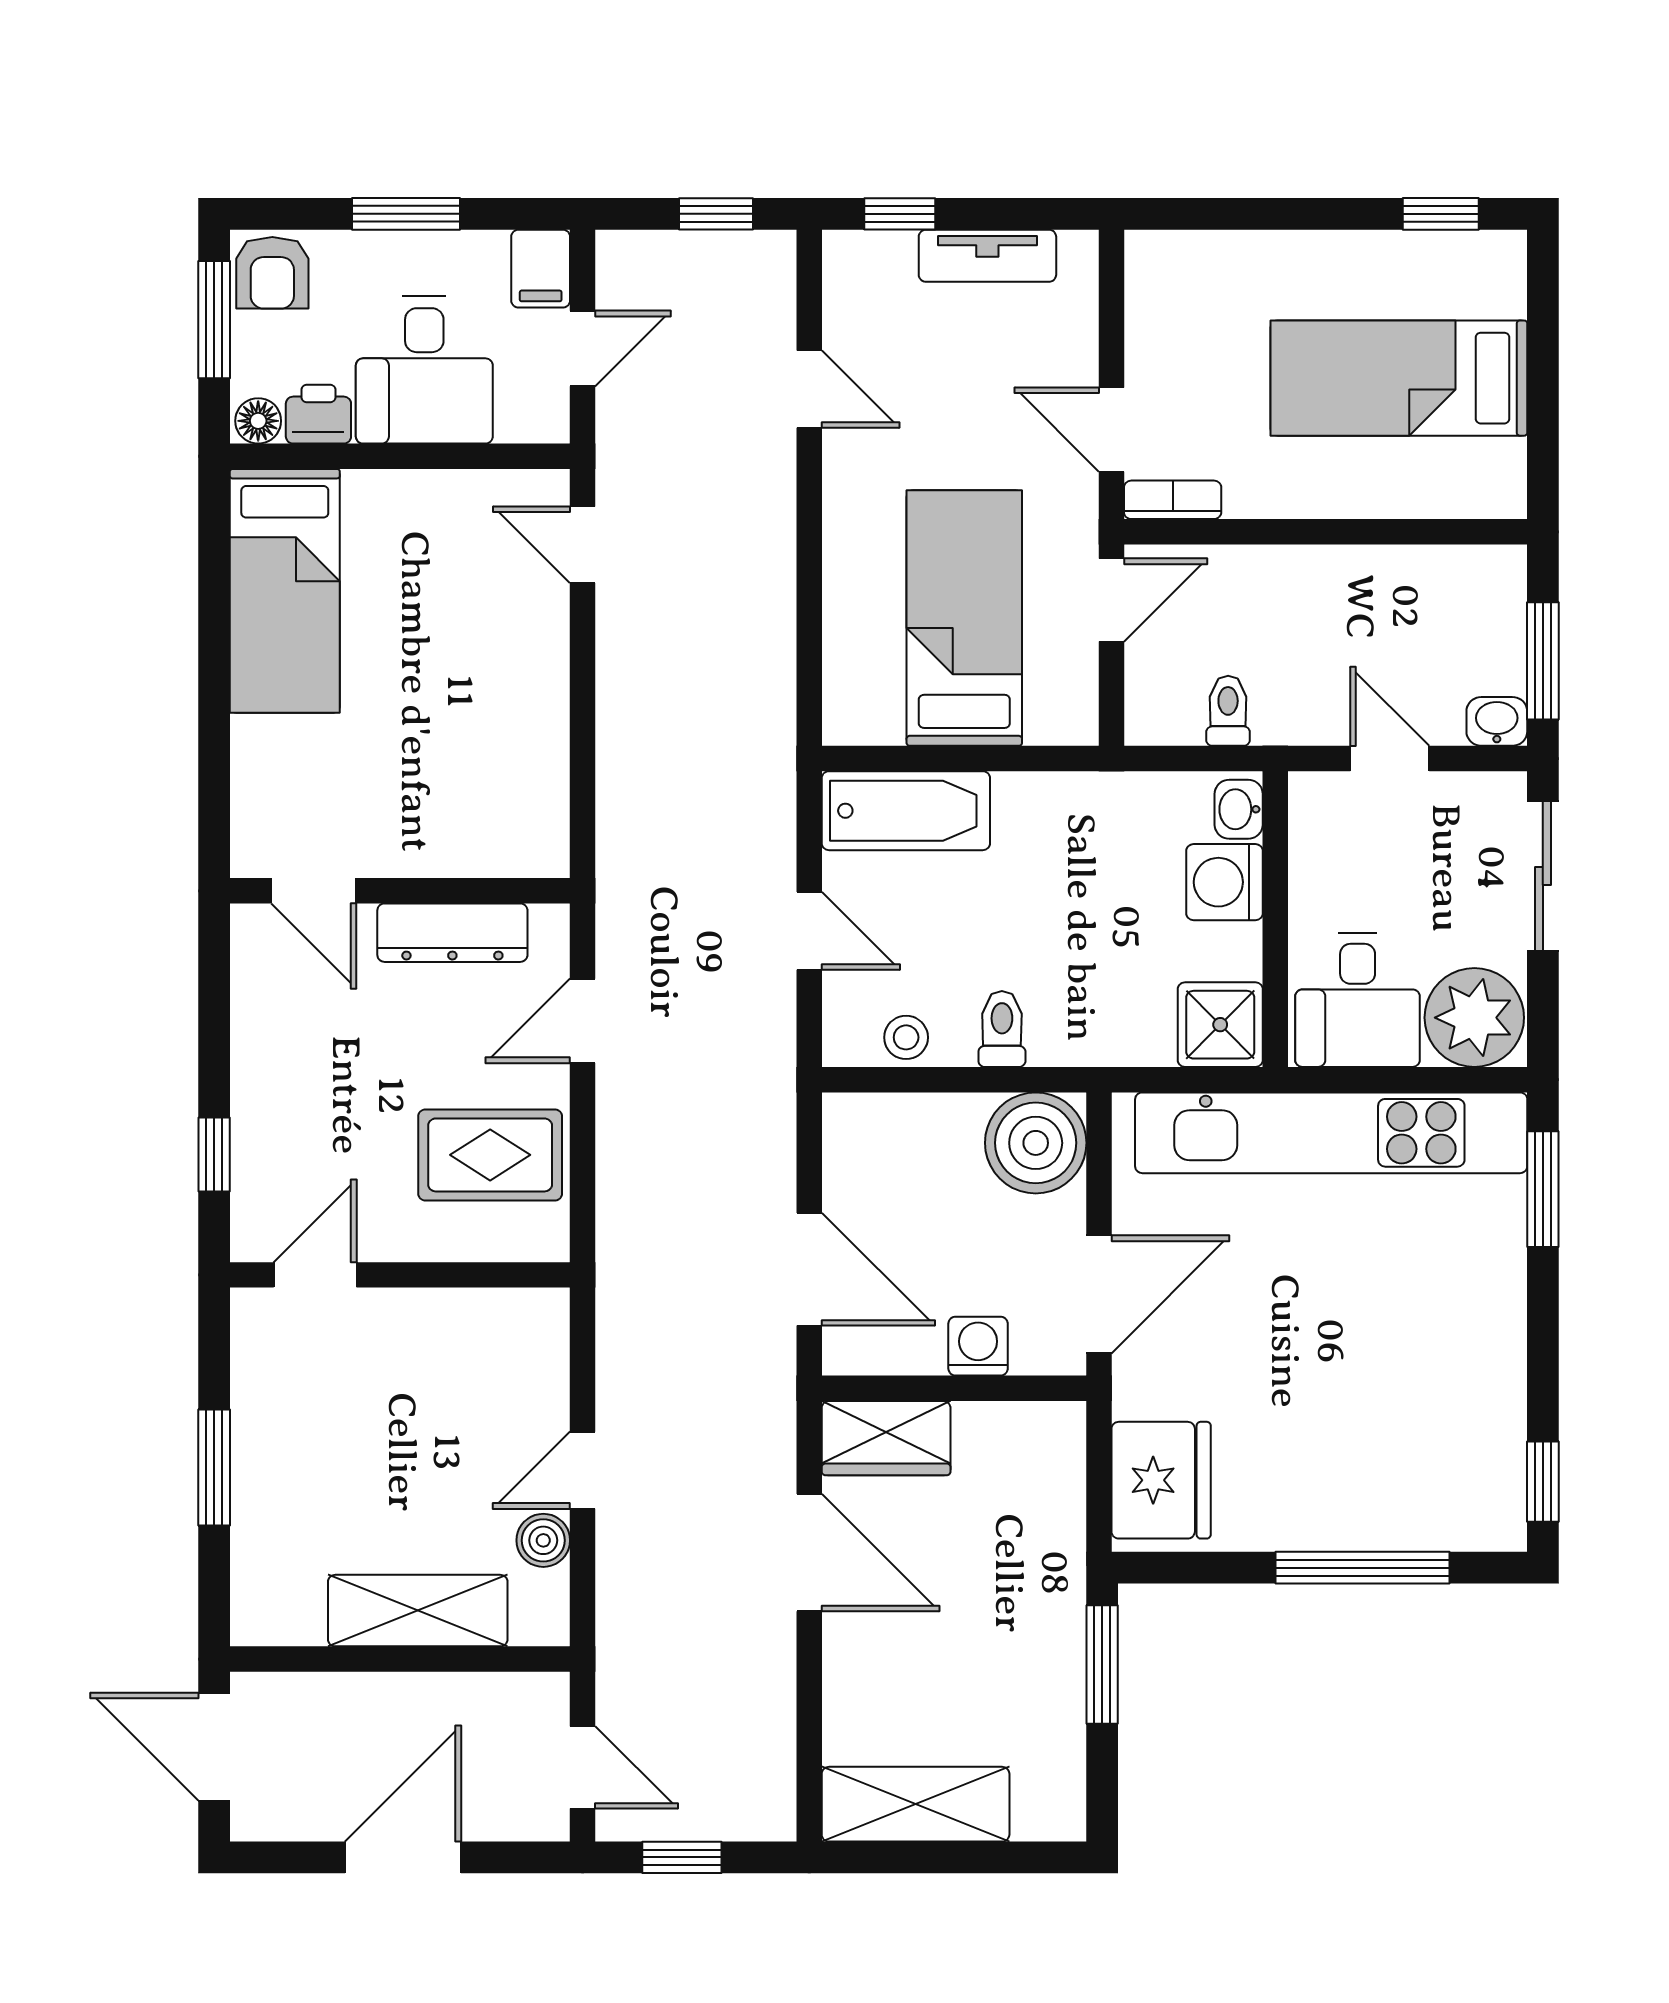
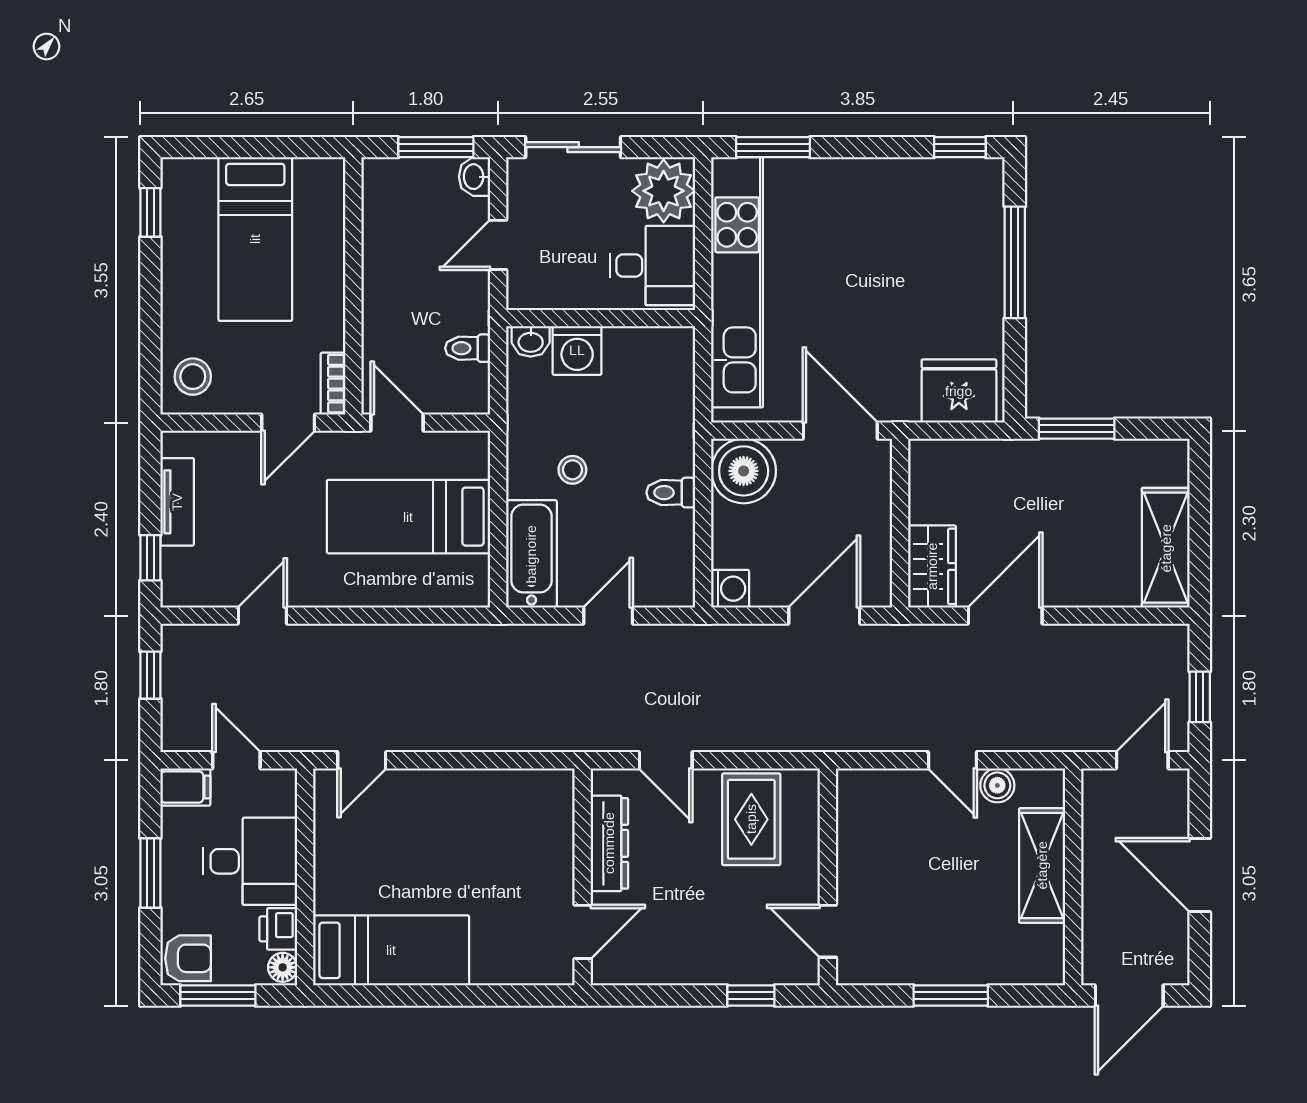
stool: (1184, 280) -> (193, 377), added
shower: (1220, 1025) -> (668, 353), removed
stool: (906, 1037) -> (572, 470), moved
washing machine: (978, 1346) -> (730, 589), moved, turned 180

